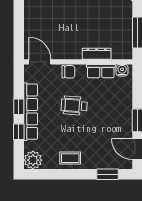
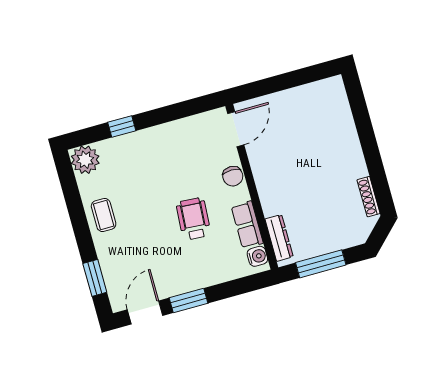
dresser: (97, 54) -> (279, 238), moved
wheelchair: (74, 106) -> (193, 219), moved
window: (19, 107) -> (159, 116), removed
row of seats: (31, 112) -> (157, 136), removed

